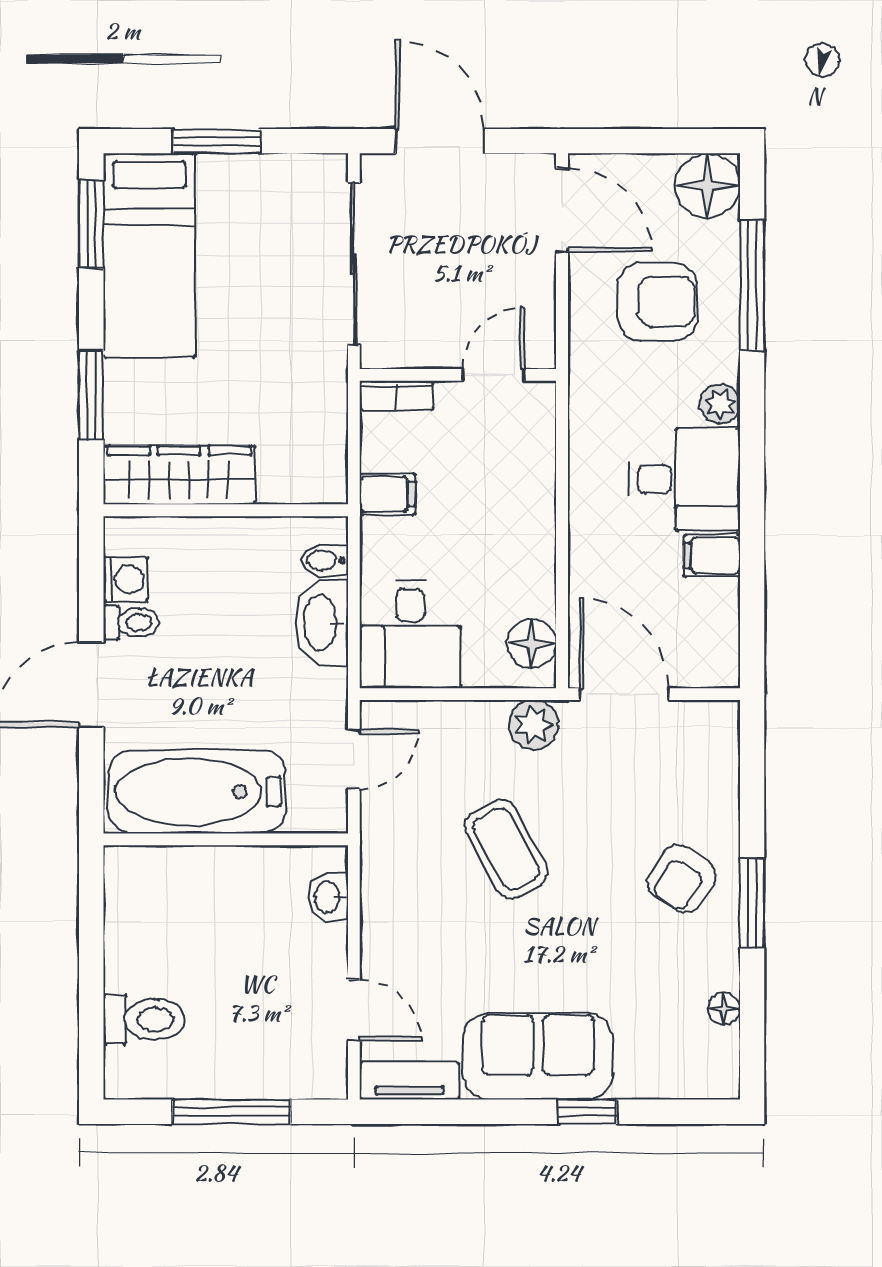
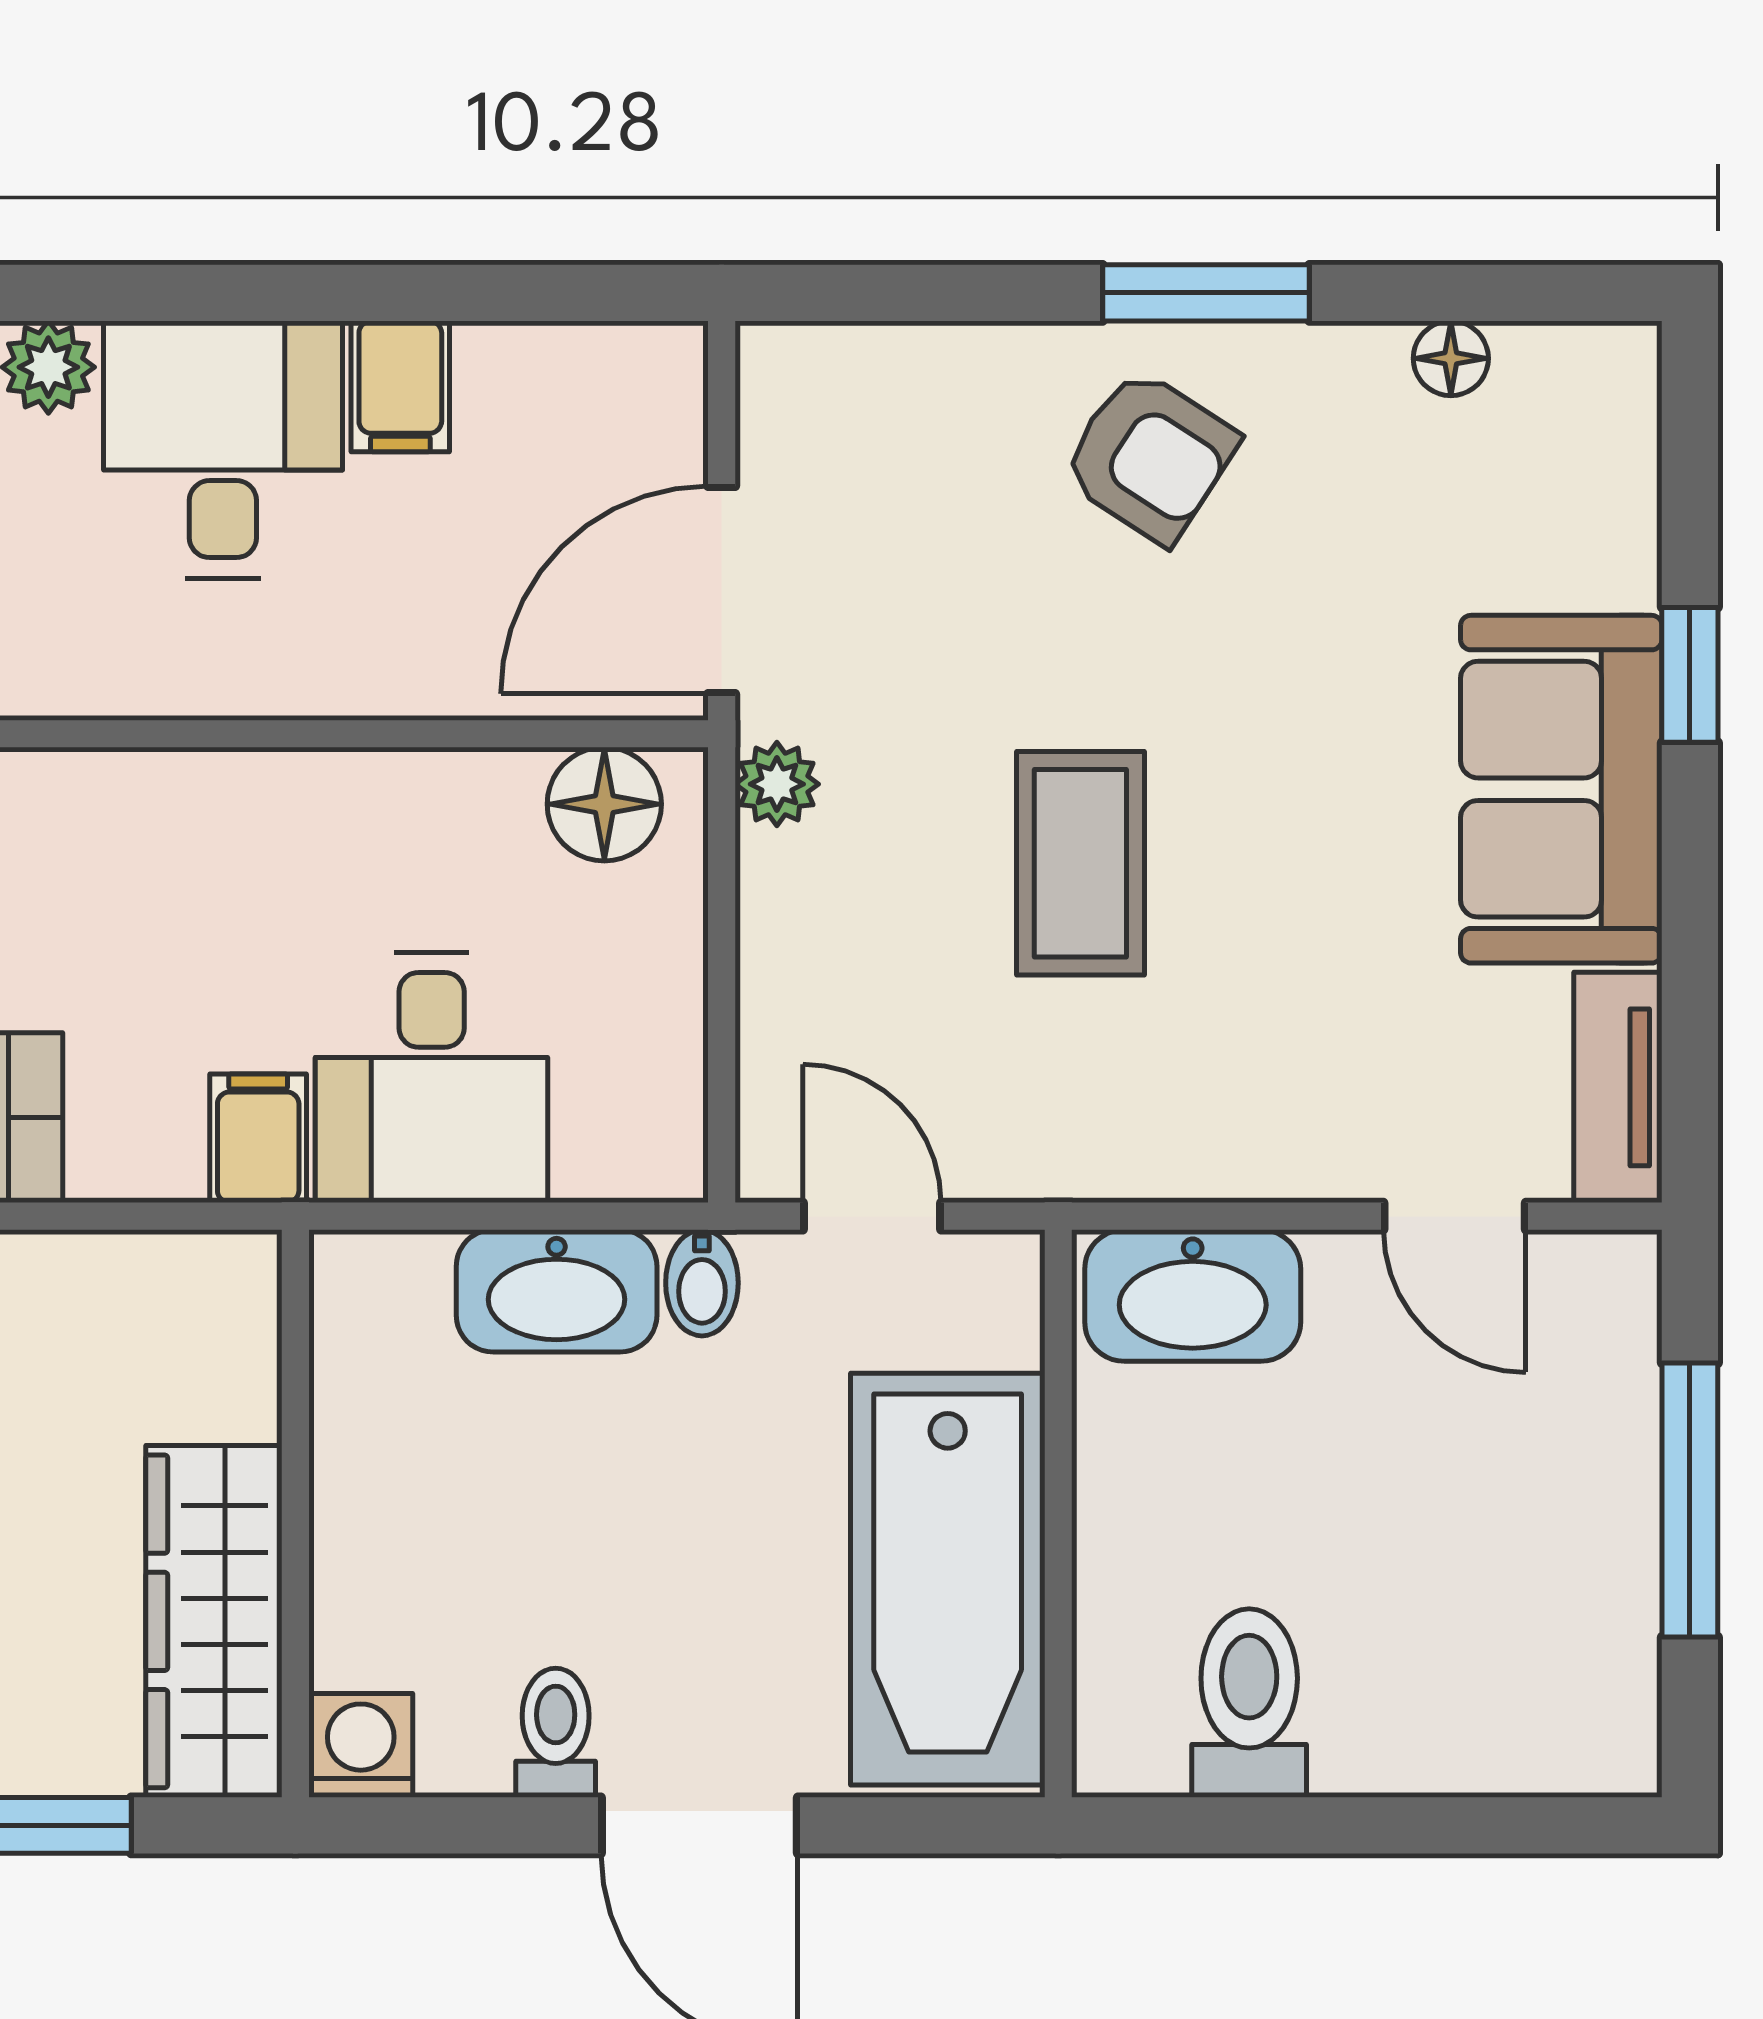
bidet: (325, 560) -> (702, 1283), moved
washing machine: (126, 579) -> (361, 1745), moved
desk: (410, 634) -> (432, 1077), moved, turned 90
plant: (534, 725) -> (777, 784), width x0.73, depth x0.73
coffee table: (506, 849) -> (1080, 863), turned -61
washbasin: (328, 897) -> (1193, 1296), width x1.91, depth x1.45
door: (354, 1010) -> (1455, 1216), swing flipped
toilet: (144, 1019) -> (1249, 1703), moved

